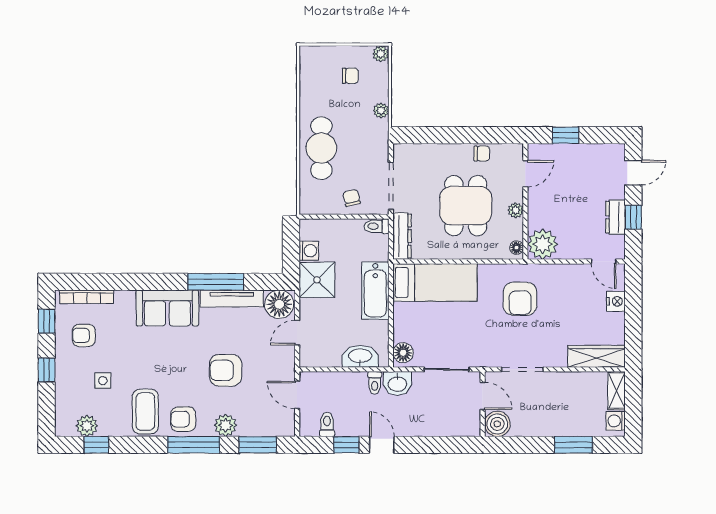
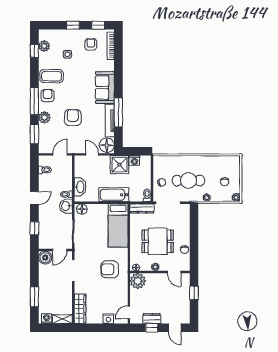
cafe table: (321, 148) -> (188, 181), moved
window: (346, 445) -> (34, 228), moved

